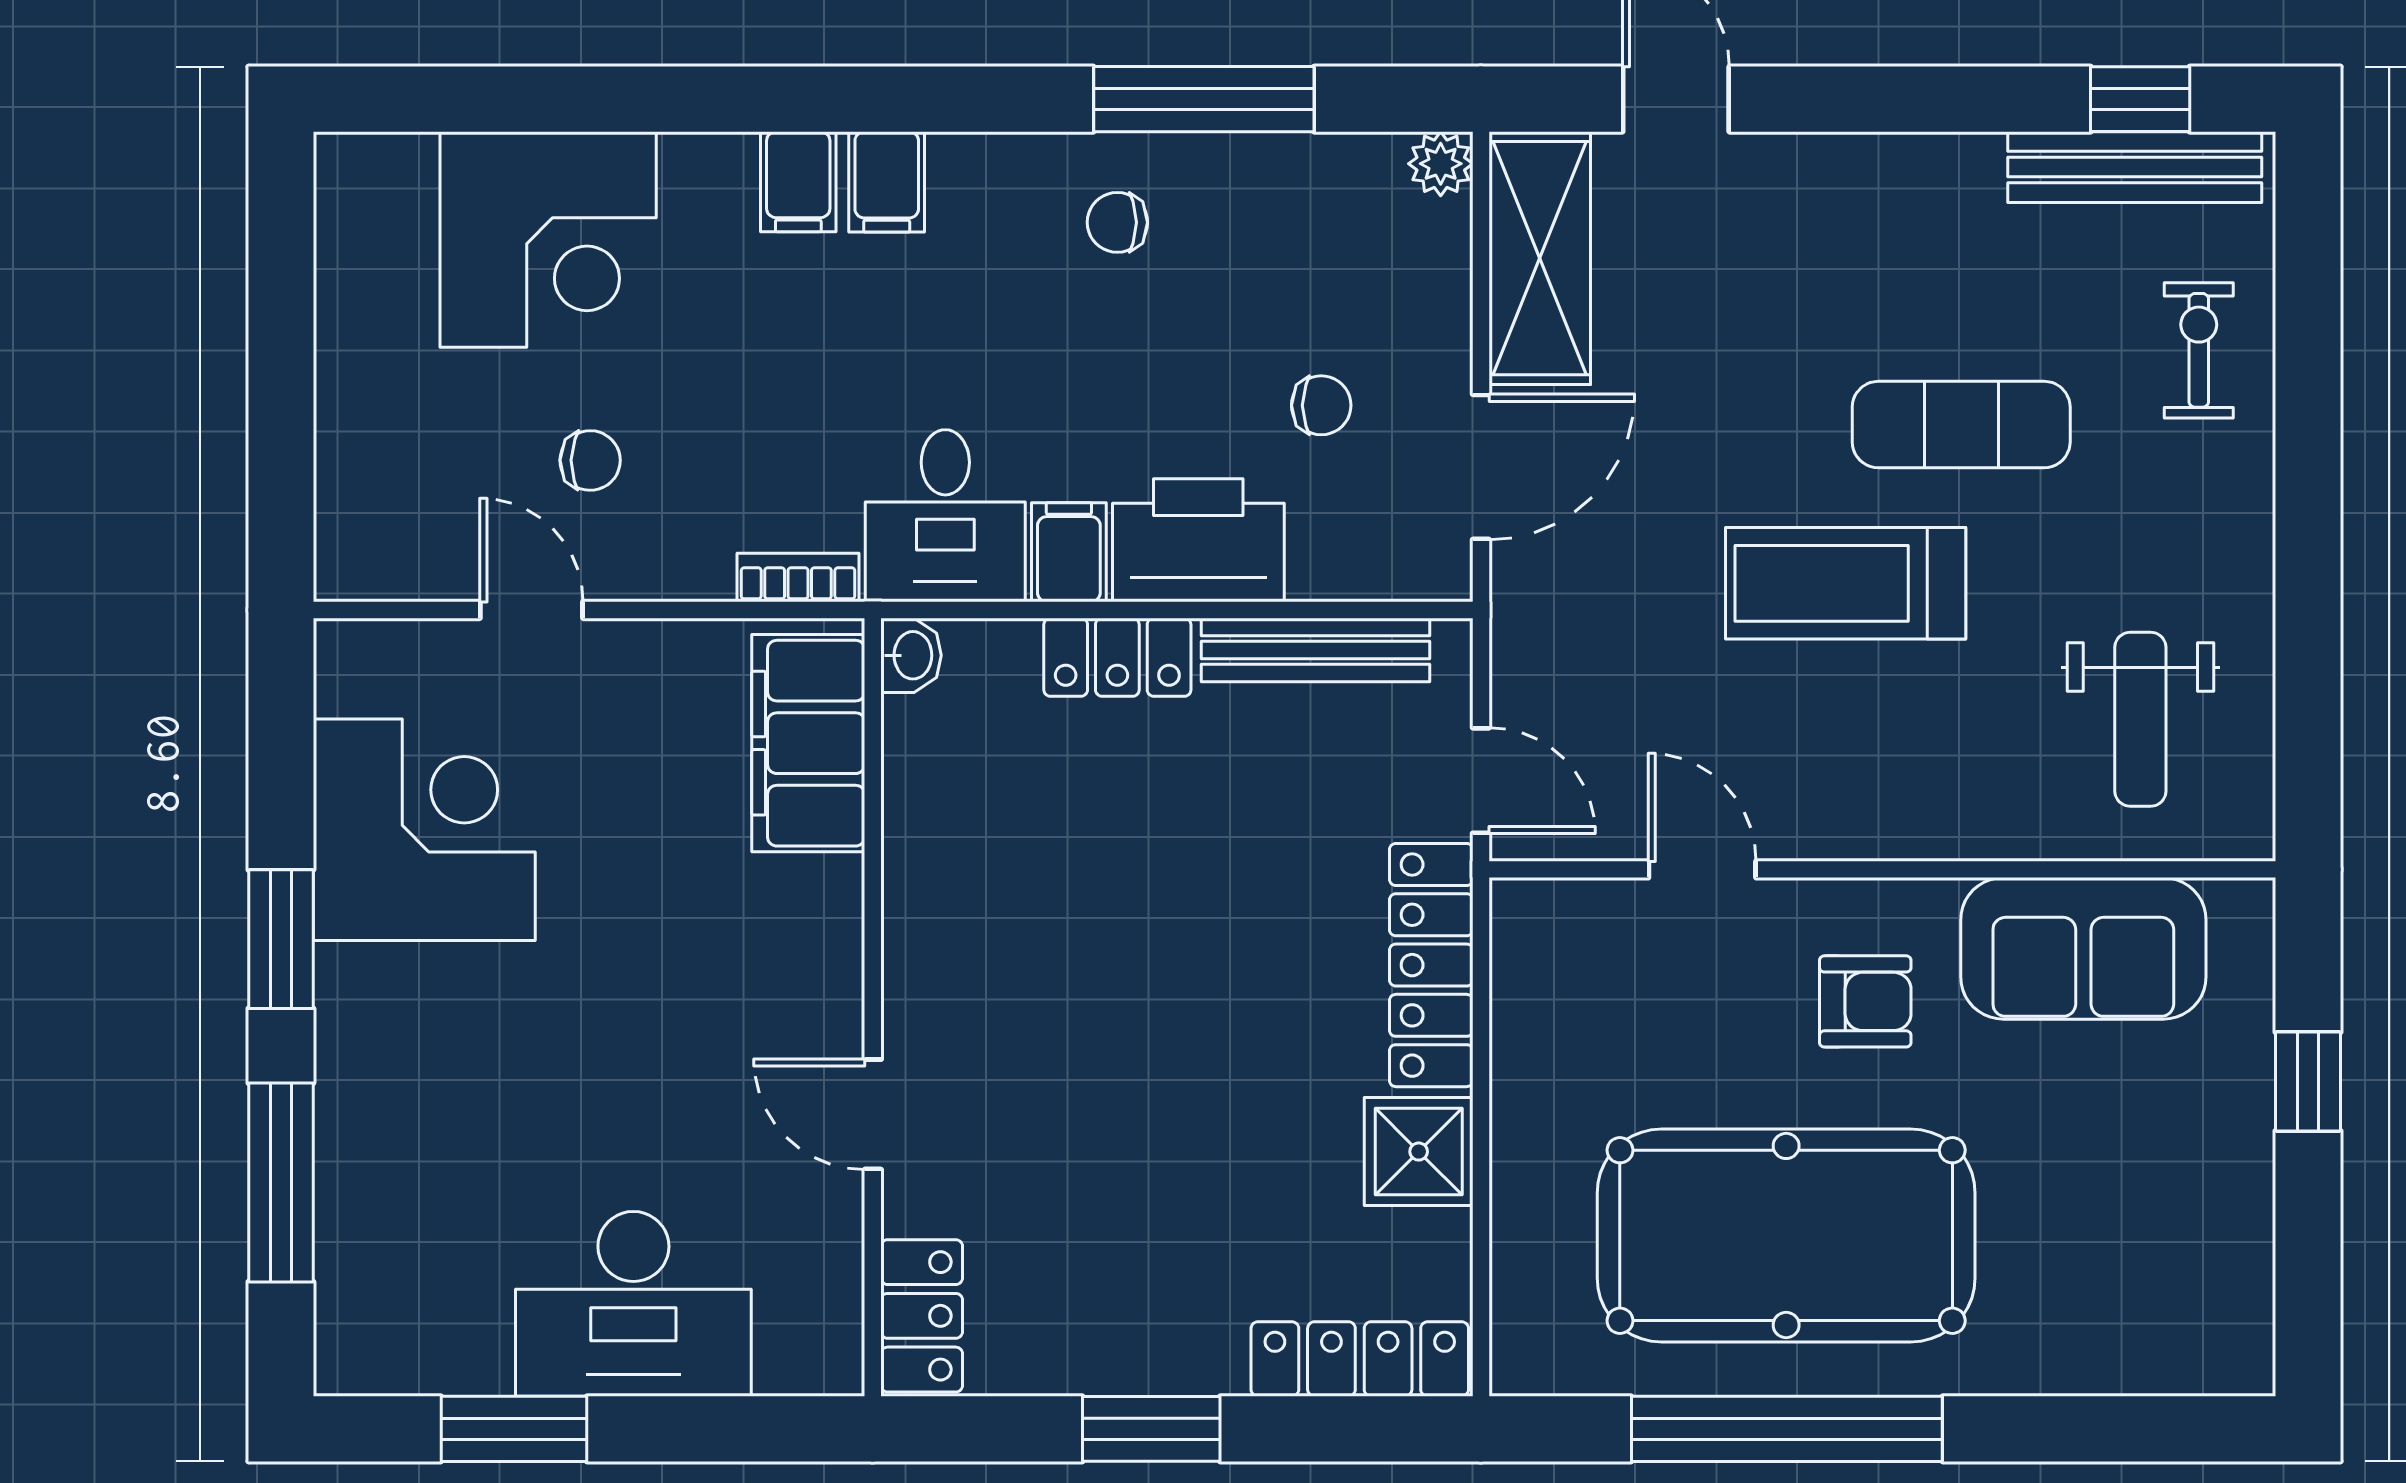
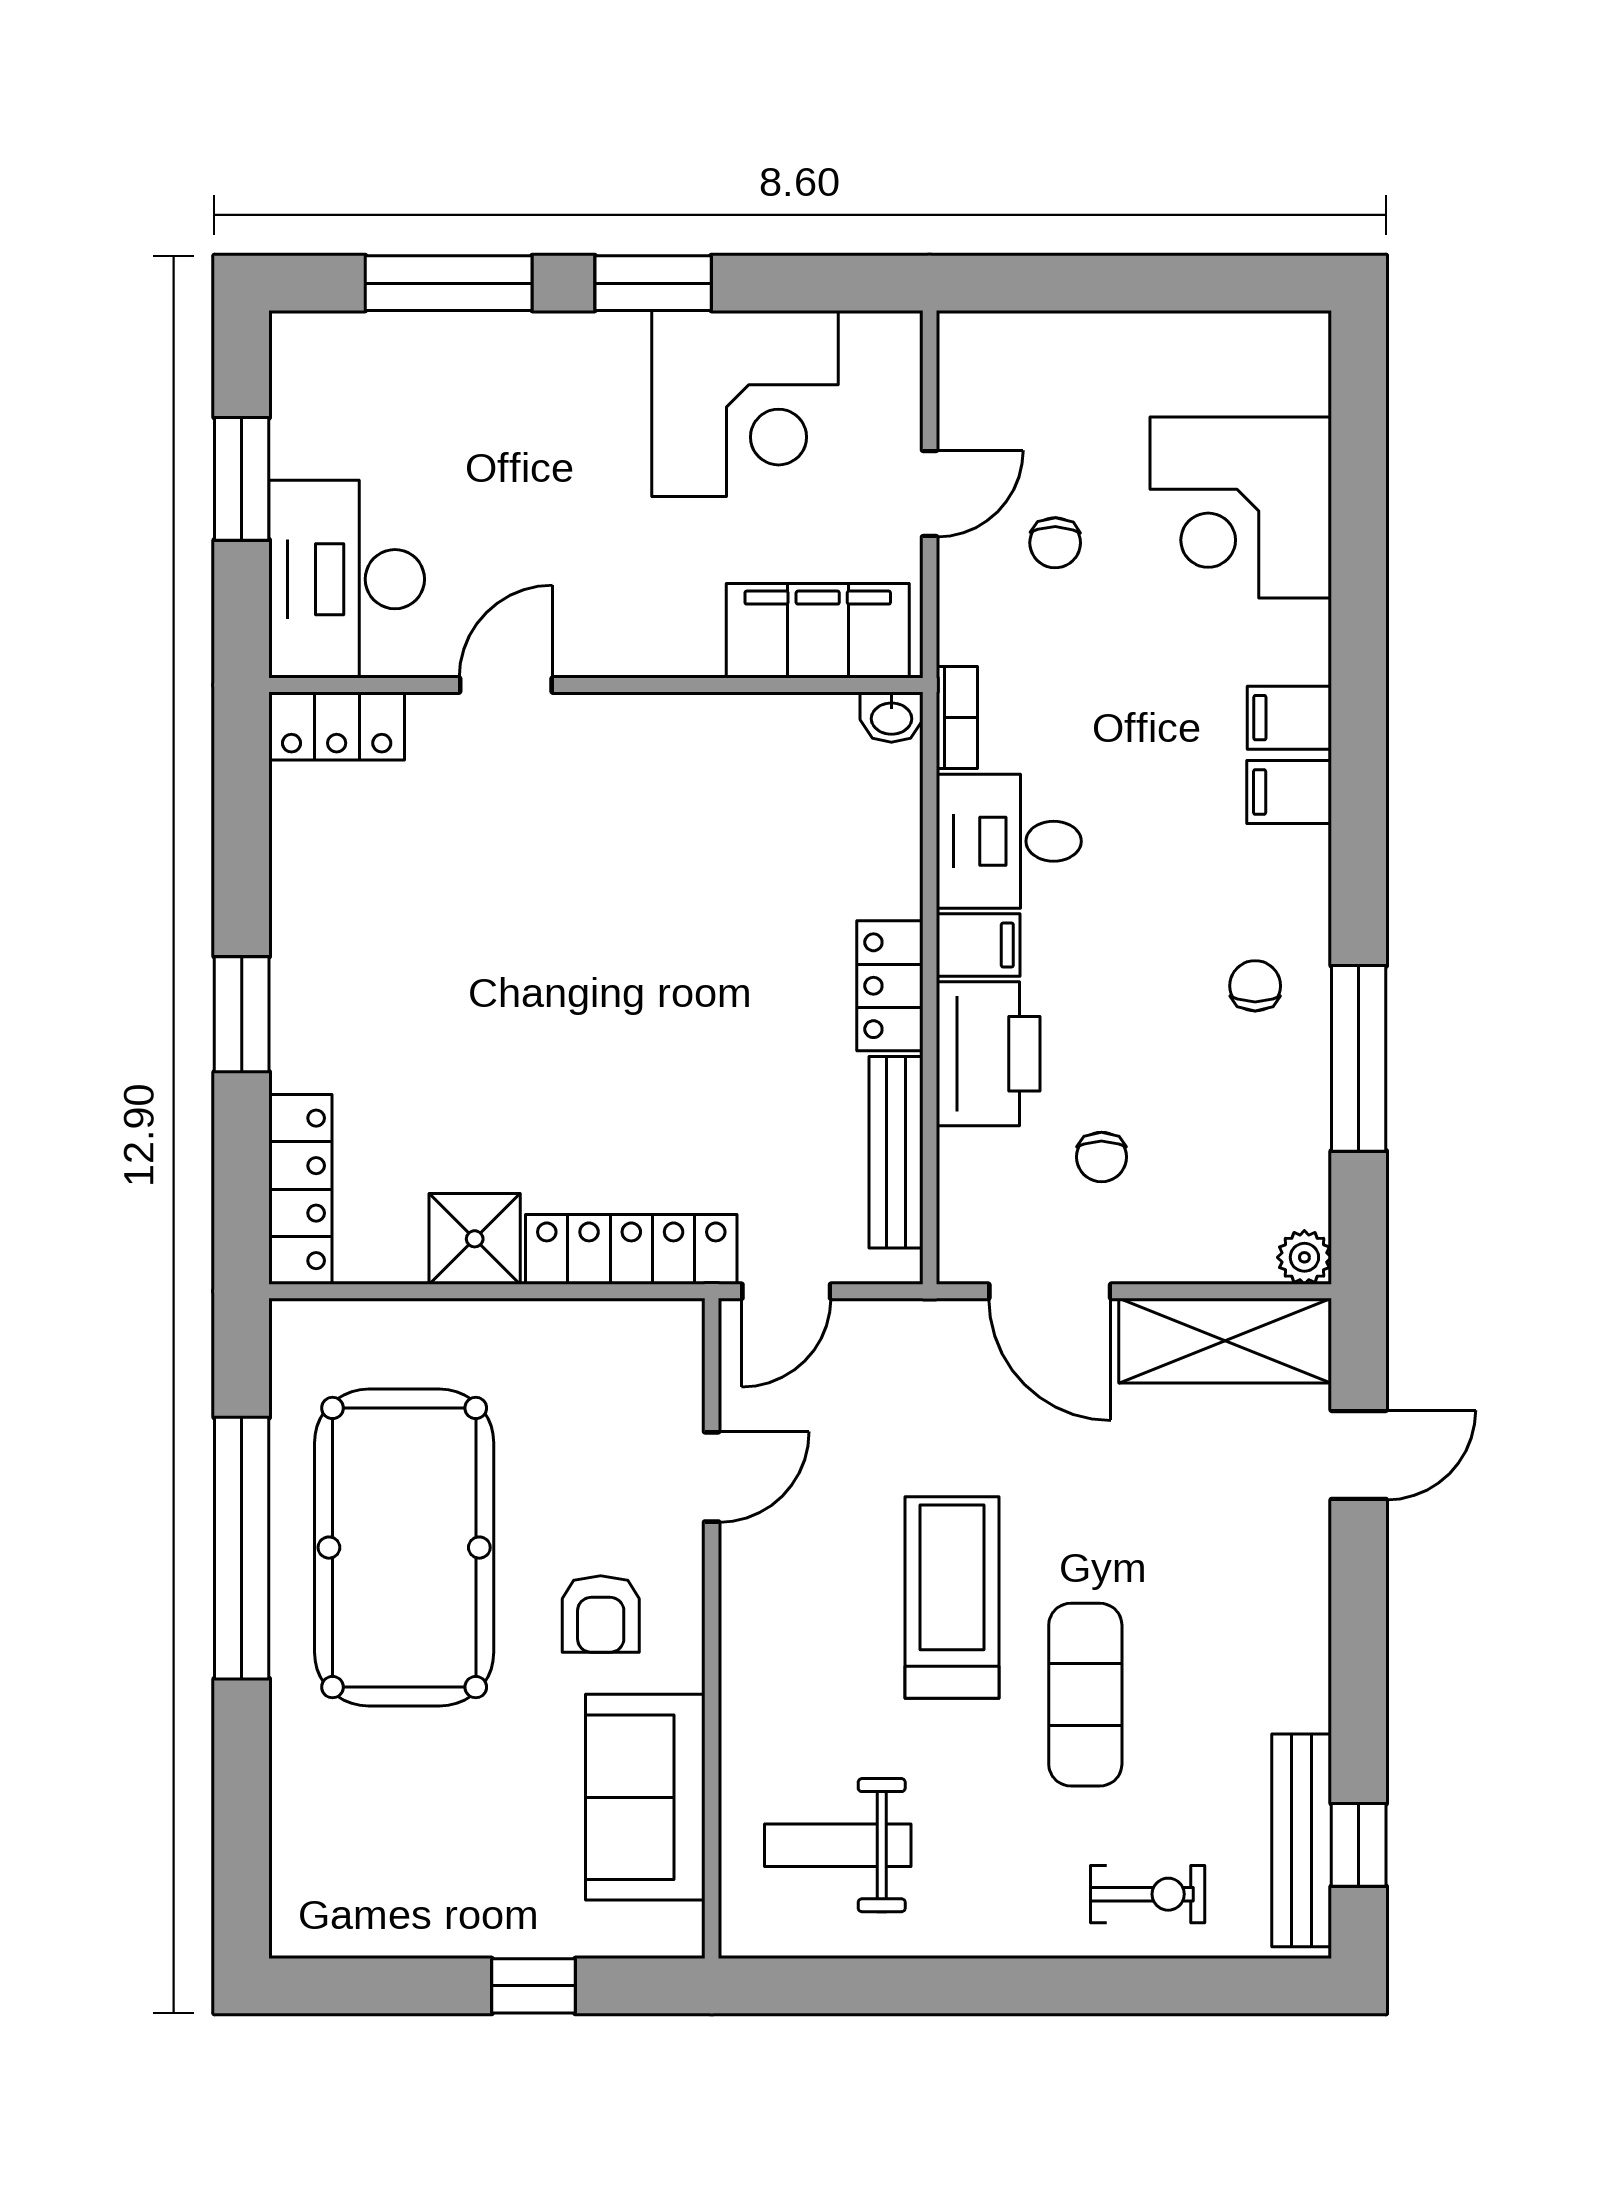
washbasin: (911, 655) -> (891, 717), moved
filing cabinet: (808, 743) -> (818, 631), moved
wall: (873, 1007) -> (596, 685), moved
door: (873, 1114) -> (506, 685), moved
locker: (922, 1316) -> (337, 726), moved

